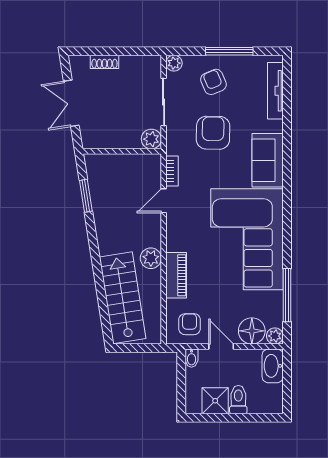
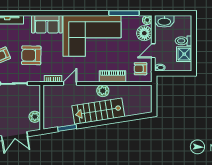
plant: (151, 139) -> (35, 117), moved
door: (164, 201) -> (70, 84), swing flipped
stairs: (123, 298) -> (98, 111), moved

